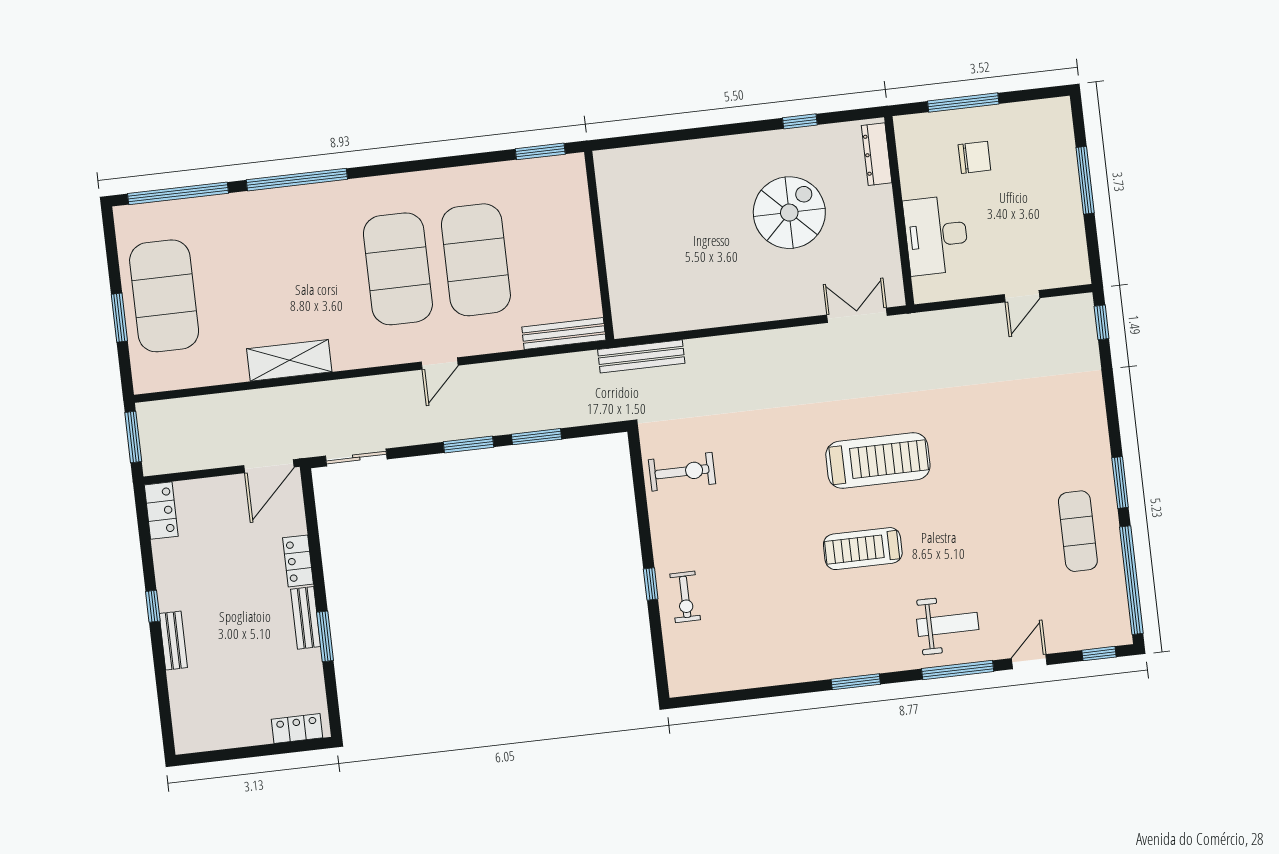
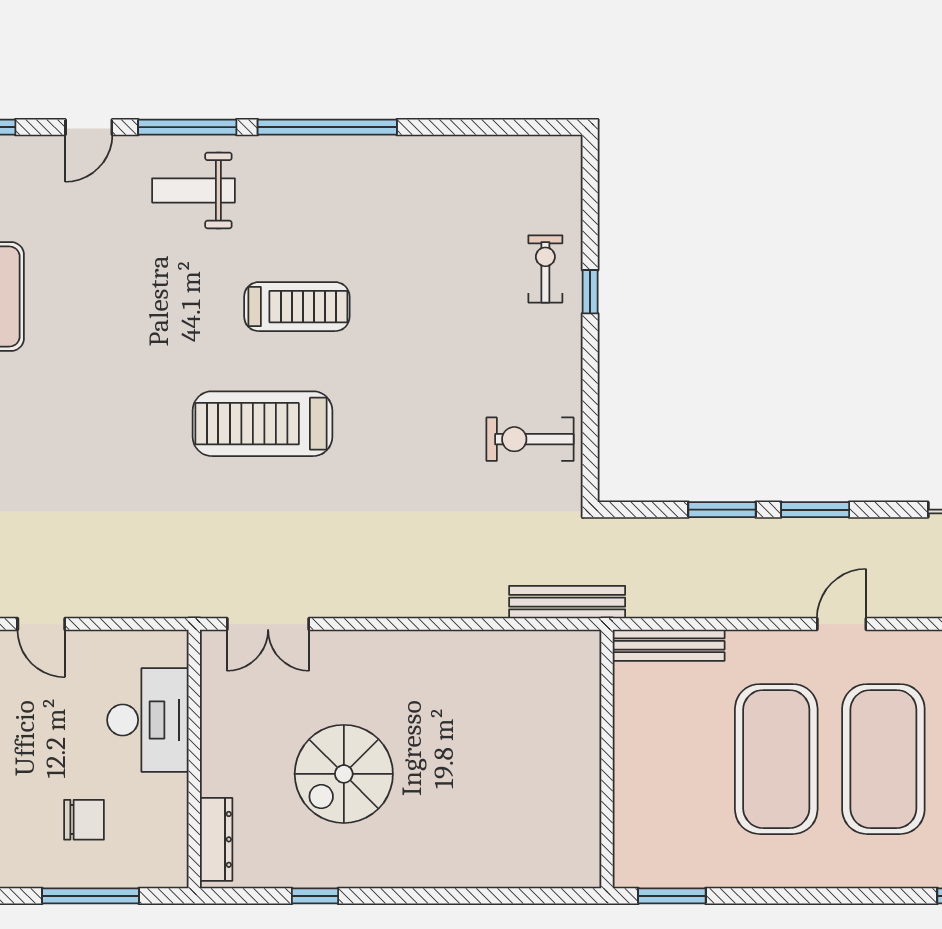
chair: (974, 157) -> (84, 820), turned 180
door: (1022, 296) -> (41, 624), swing flipped
window: (856, 682) -> (327, 127), width x2.11

